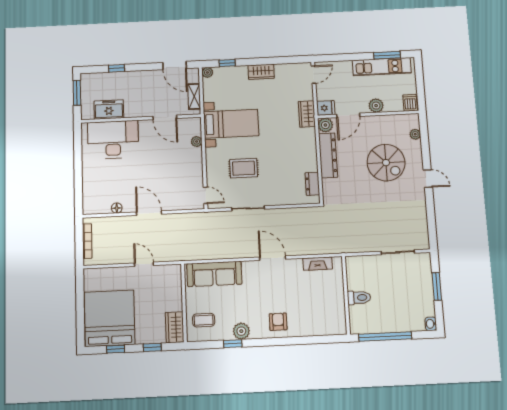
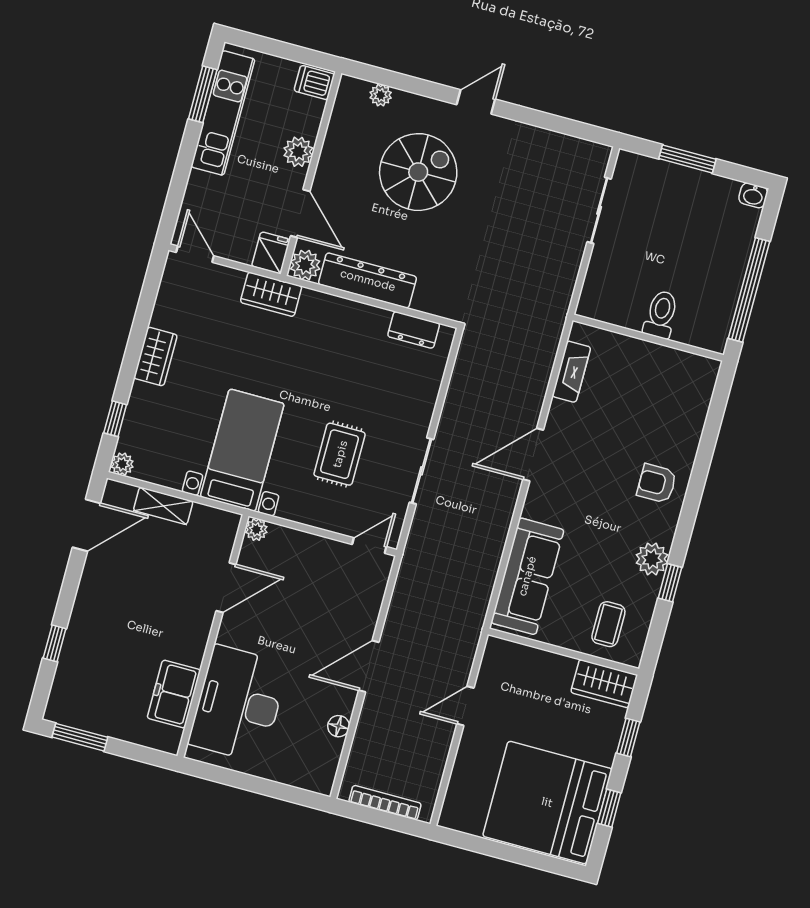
freezer: (109, 110) -> (174, 694), moved
door: (165, 117) -> (226, 588), moved
wall: (141, 119) -> (213, 636), moved
desk: (113, 140) -> (238, 704), moved

